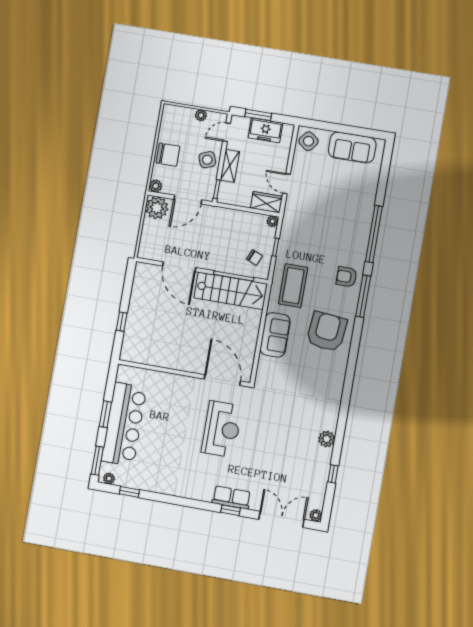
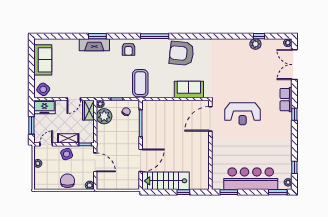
freezer: (265, 130) -> (44, 107), moved, turned 90
door: (227, 132) -> (46, 144), swing flipped
plant: (157, 208) -> (104, 116), moved
fireplace: (362, 227) -> (94, 45), added
window: (374, 234) -> (97, 36), width x0.47
coffee table: (293, 286) -> (140, 83), turned 90
stairs: (231, 291) -> (166, 181), moved, turned -90
window: (363, 296) -> (155, 36), moved
armchair: (327, 332) -> (182, 53), moved
sofa: (275, 335) -> (189, 89), moved
window: (105, 414) -> (229, 192), moved
reception desk: (222, 429) -> (243, 114), turned 180
plant: (327, 439) -> (255, 44), moved
window: (231, 510) -> (294, 114), moved

